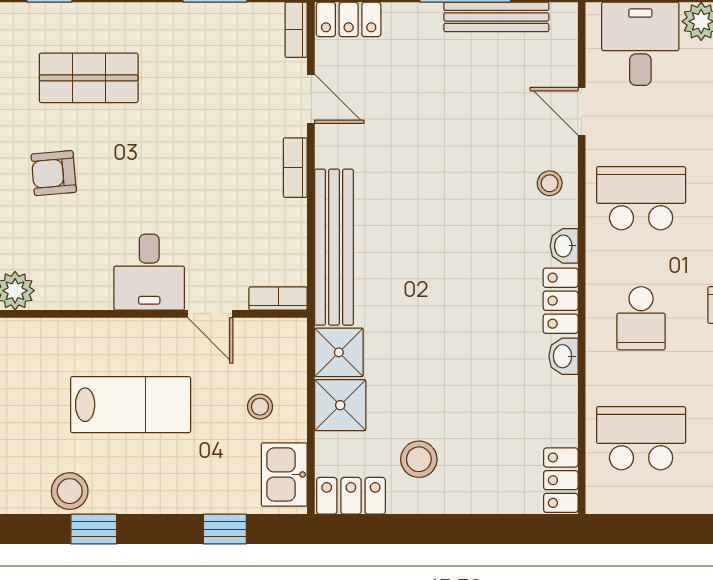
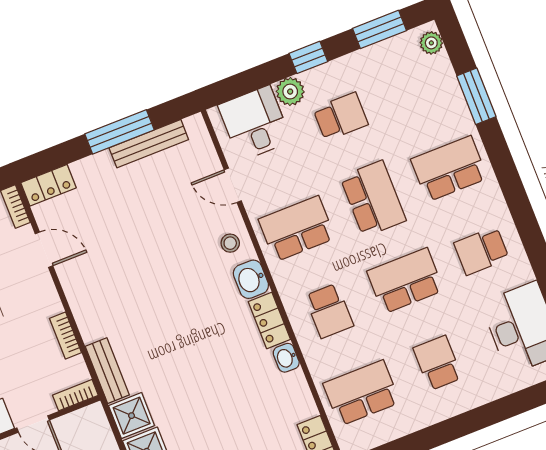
bookcase: (295, 168) -> (66, 336), moved
washbasin: (564, 246) -> (251, 279), width x1.38, depth x1.45
bench: (334, 247) -> (107, 371), width x0.54, depth x0.82

